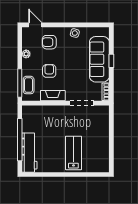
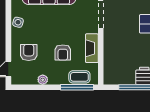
armchair: (49, 42) -> (29, 52), turned 180
armchair: (49, 71) -> (63, 52), turned -90

